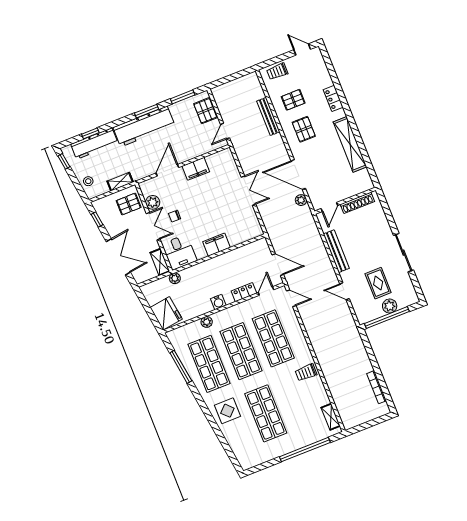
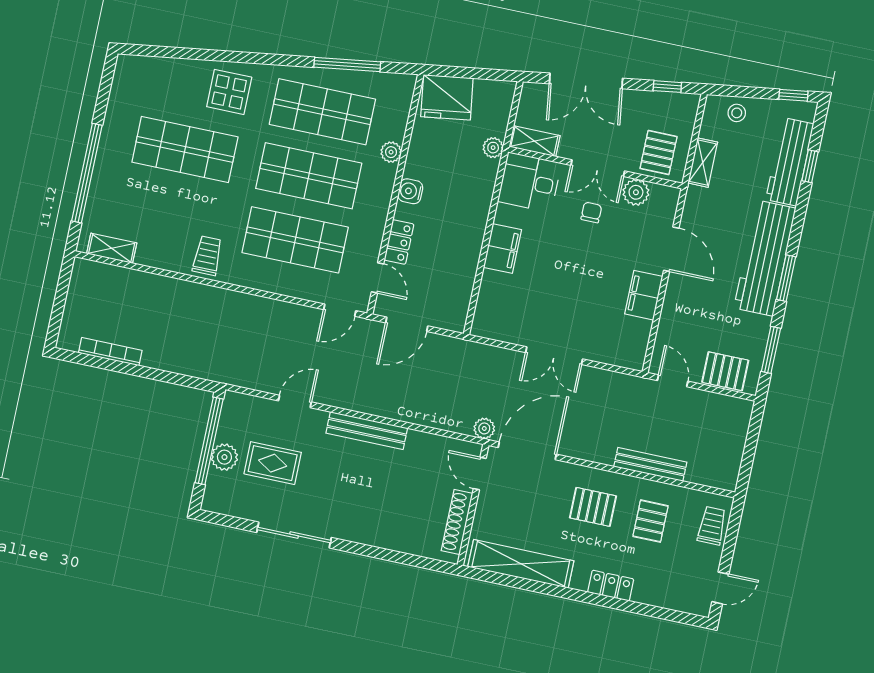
wall: (345, 201) -> (473, 505), moved
shoe rack: (357, 203) -> (457, 522), moved
door: (329, 207) -> (480, 473), moved

